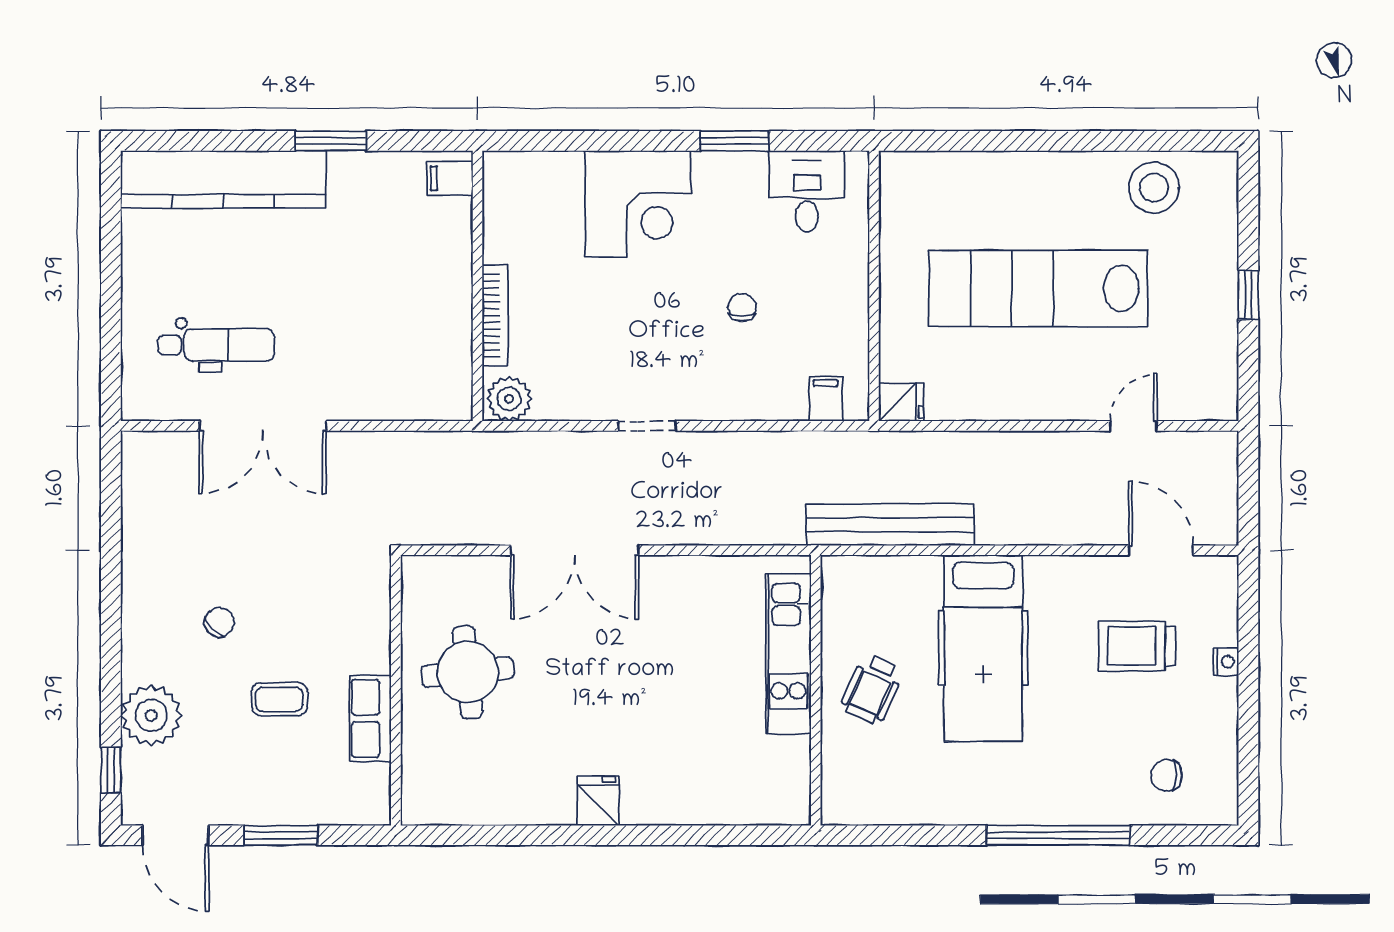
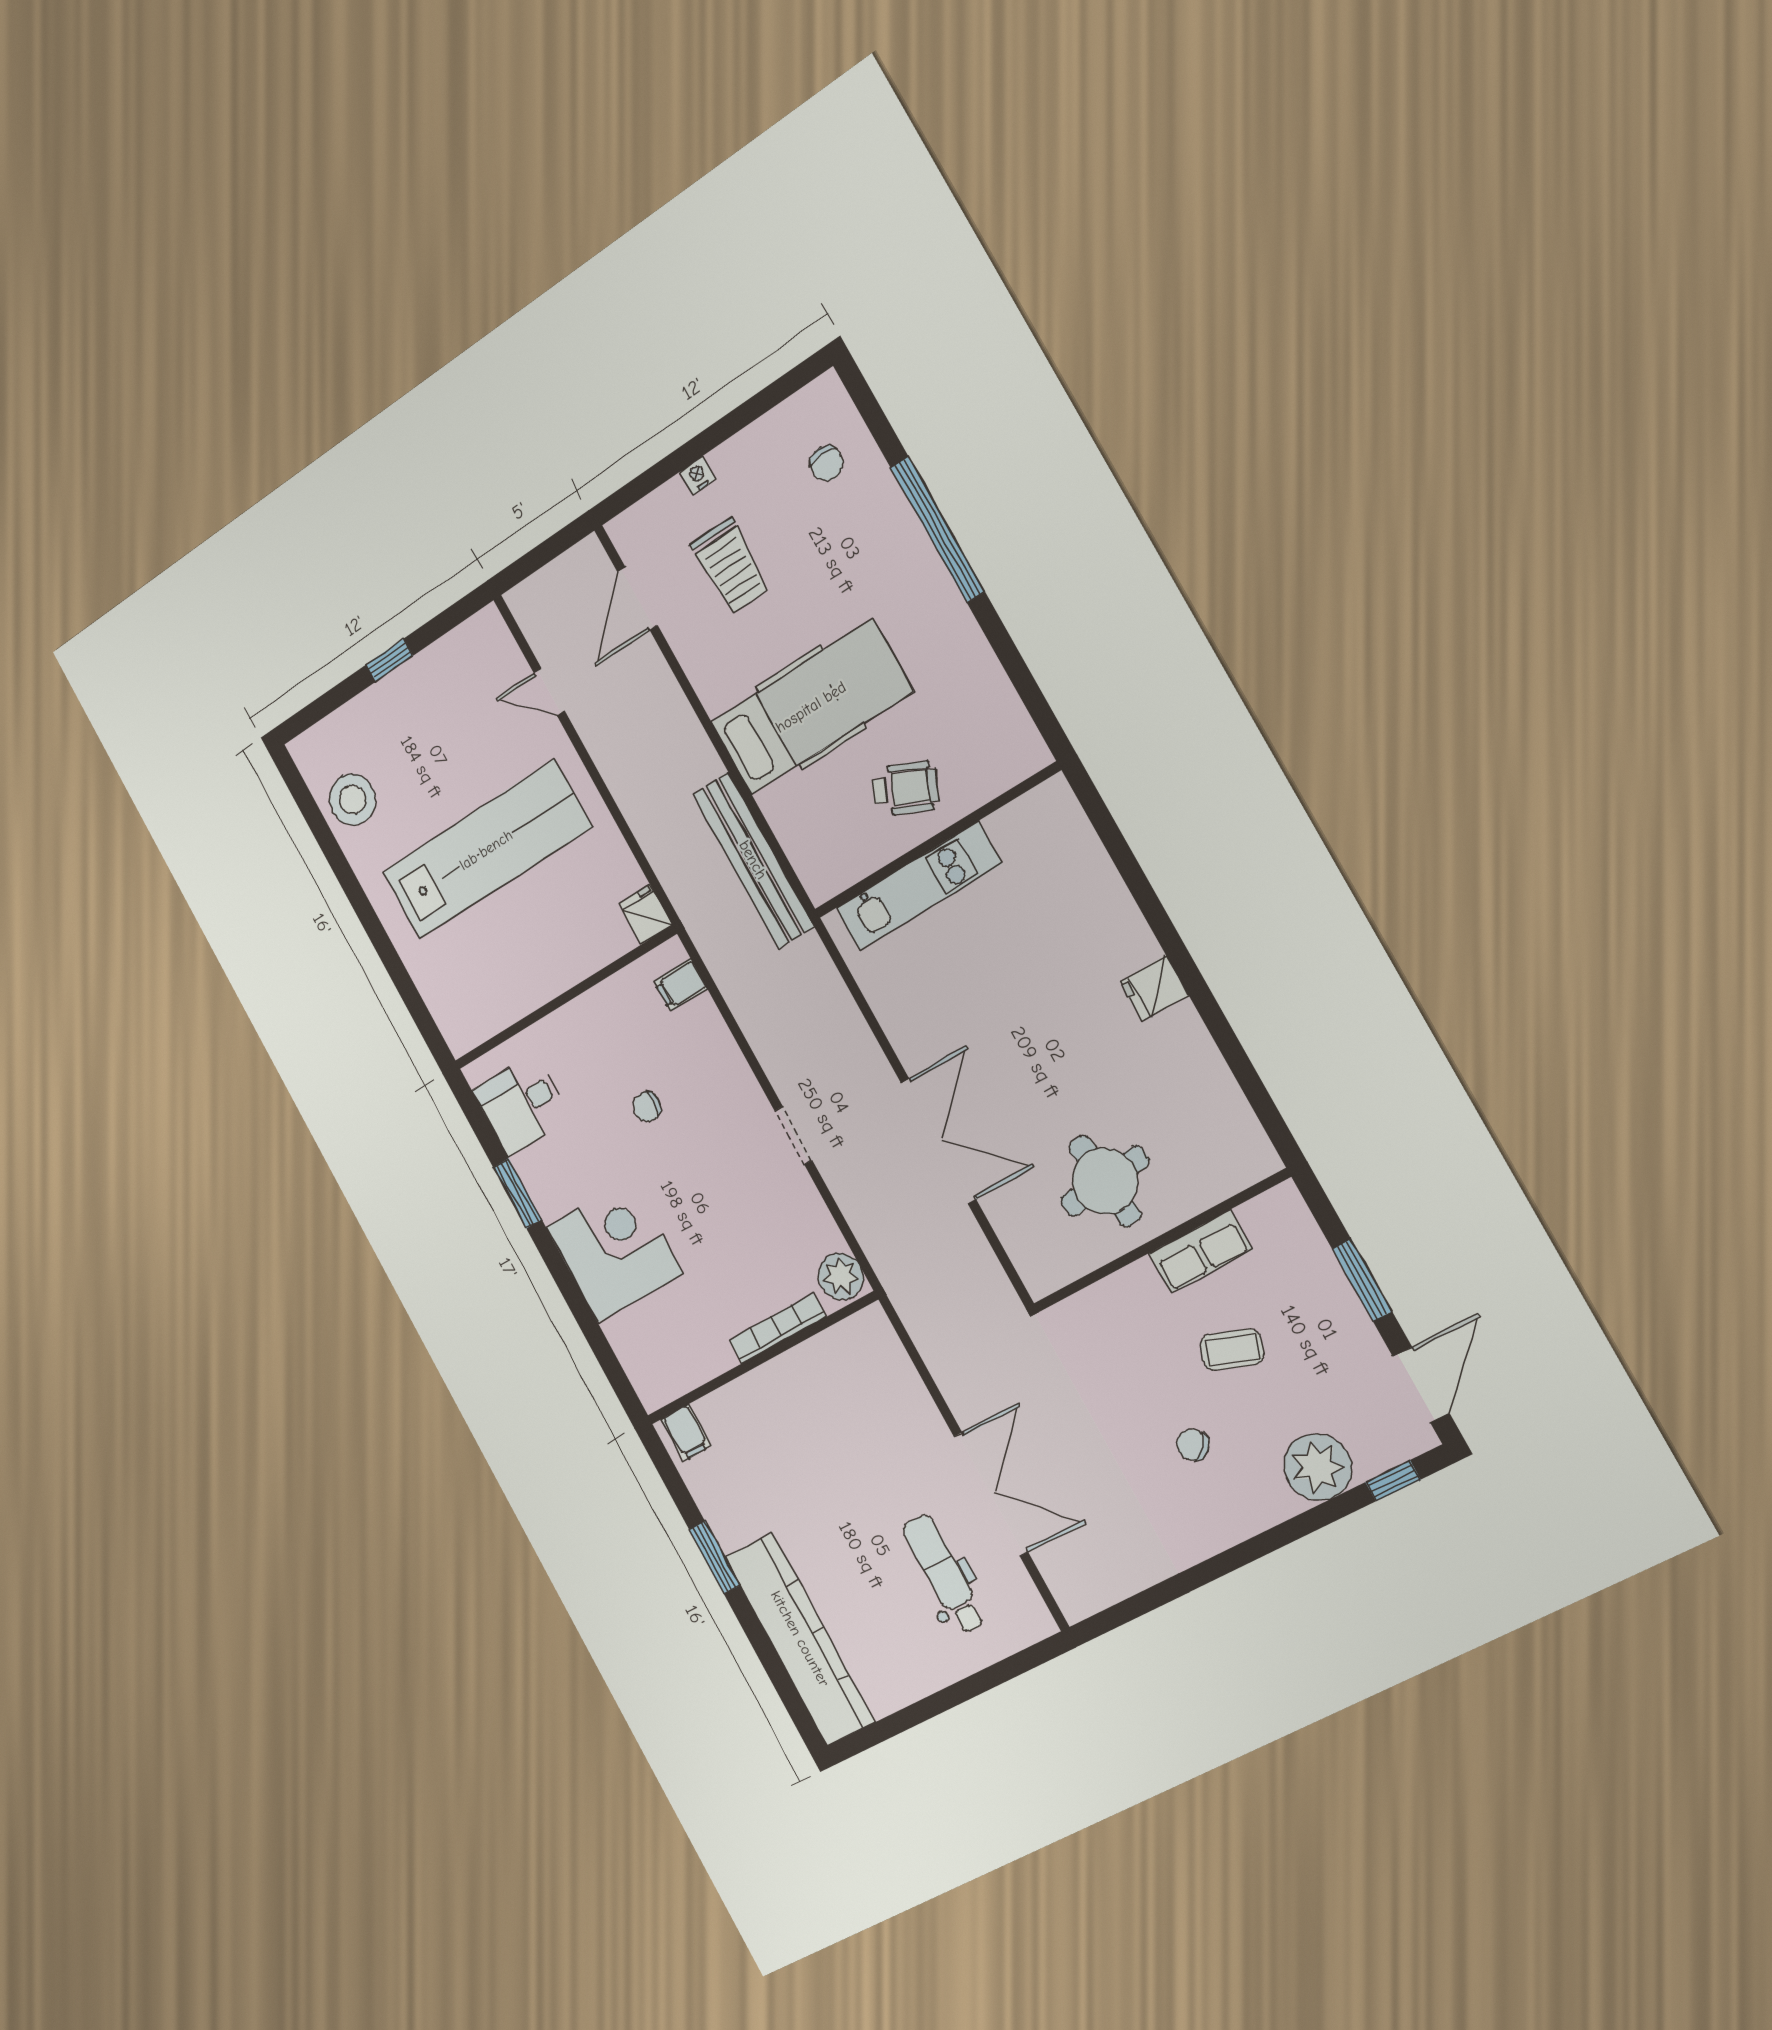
lab bench: (1038, 288) -> (486, 850), turned -90
coffee table: (279, 699) -> (1232, 1350), turned -71

